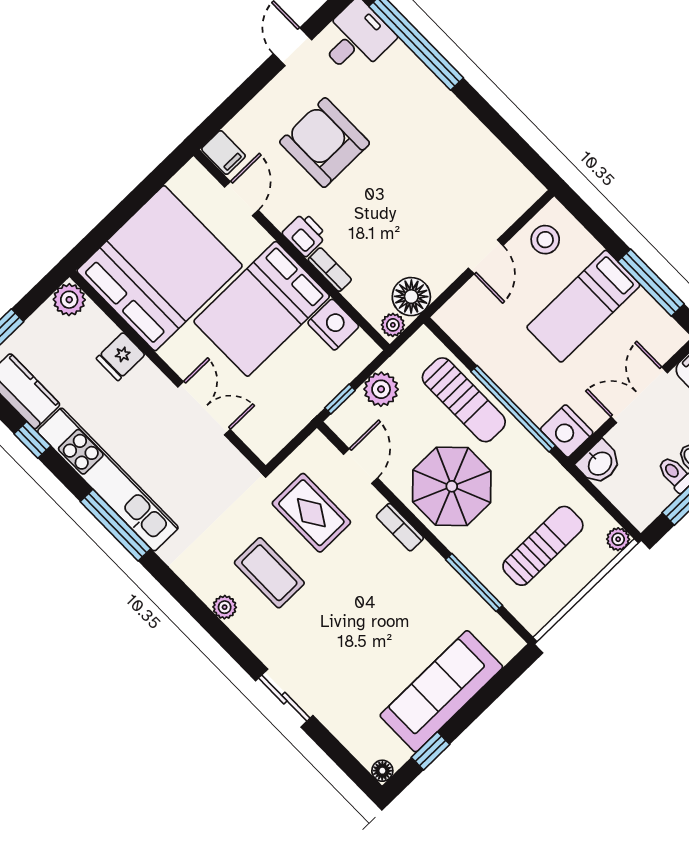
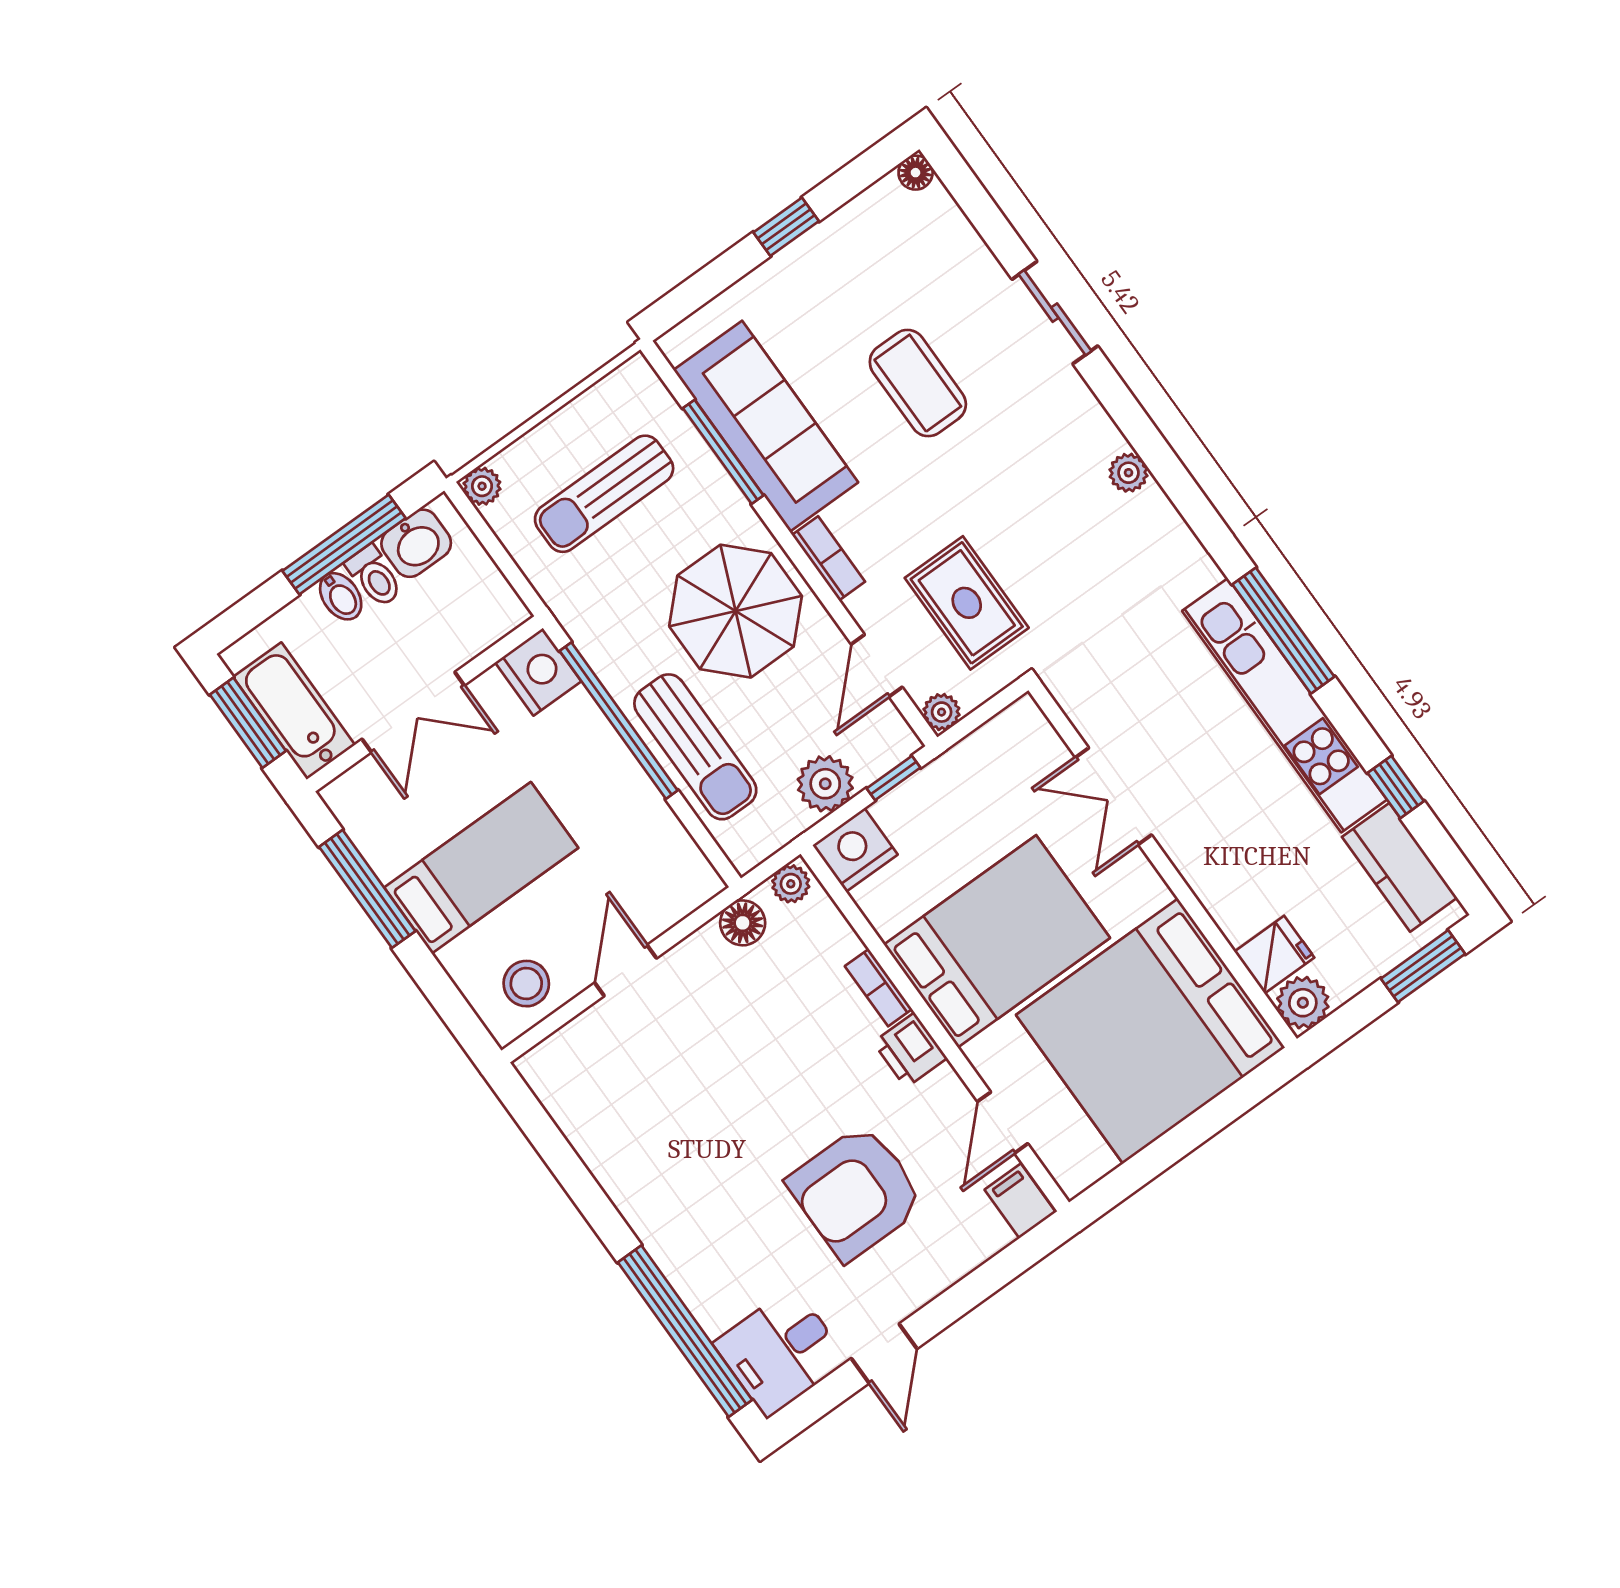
armchair: (325, 143) -> (856, 1192), turned 90
floor lamp: (411, 297) -> (743, 923), width x0.73, depth x0.73
nightstand: (333, 325) -> (855, 850), moved, turned 90
fridge: (120, 357) -> (1274, 955), moved
sun lounger: (464, 400) -> (695, 747), turned 180
plant: (317, 444) -> (942, 712), added
washbasin: (599, 463) -> (416, 543), moved, turned 180
coffee table: (269, 573) -> (918, 383), moved
sofa: (441, 691) -> (766, 426), moved, turned -90
window: (430, 751) -> (786, 227), moved

